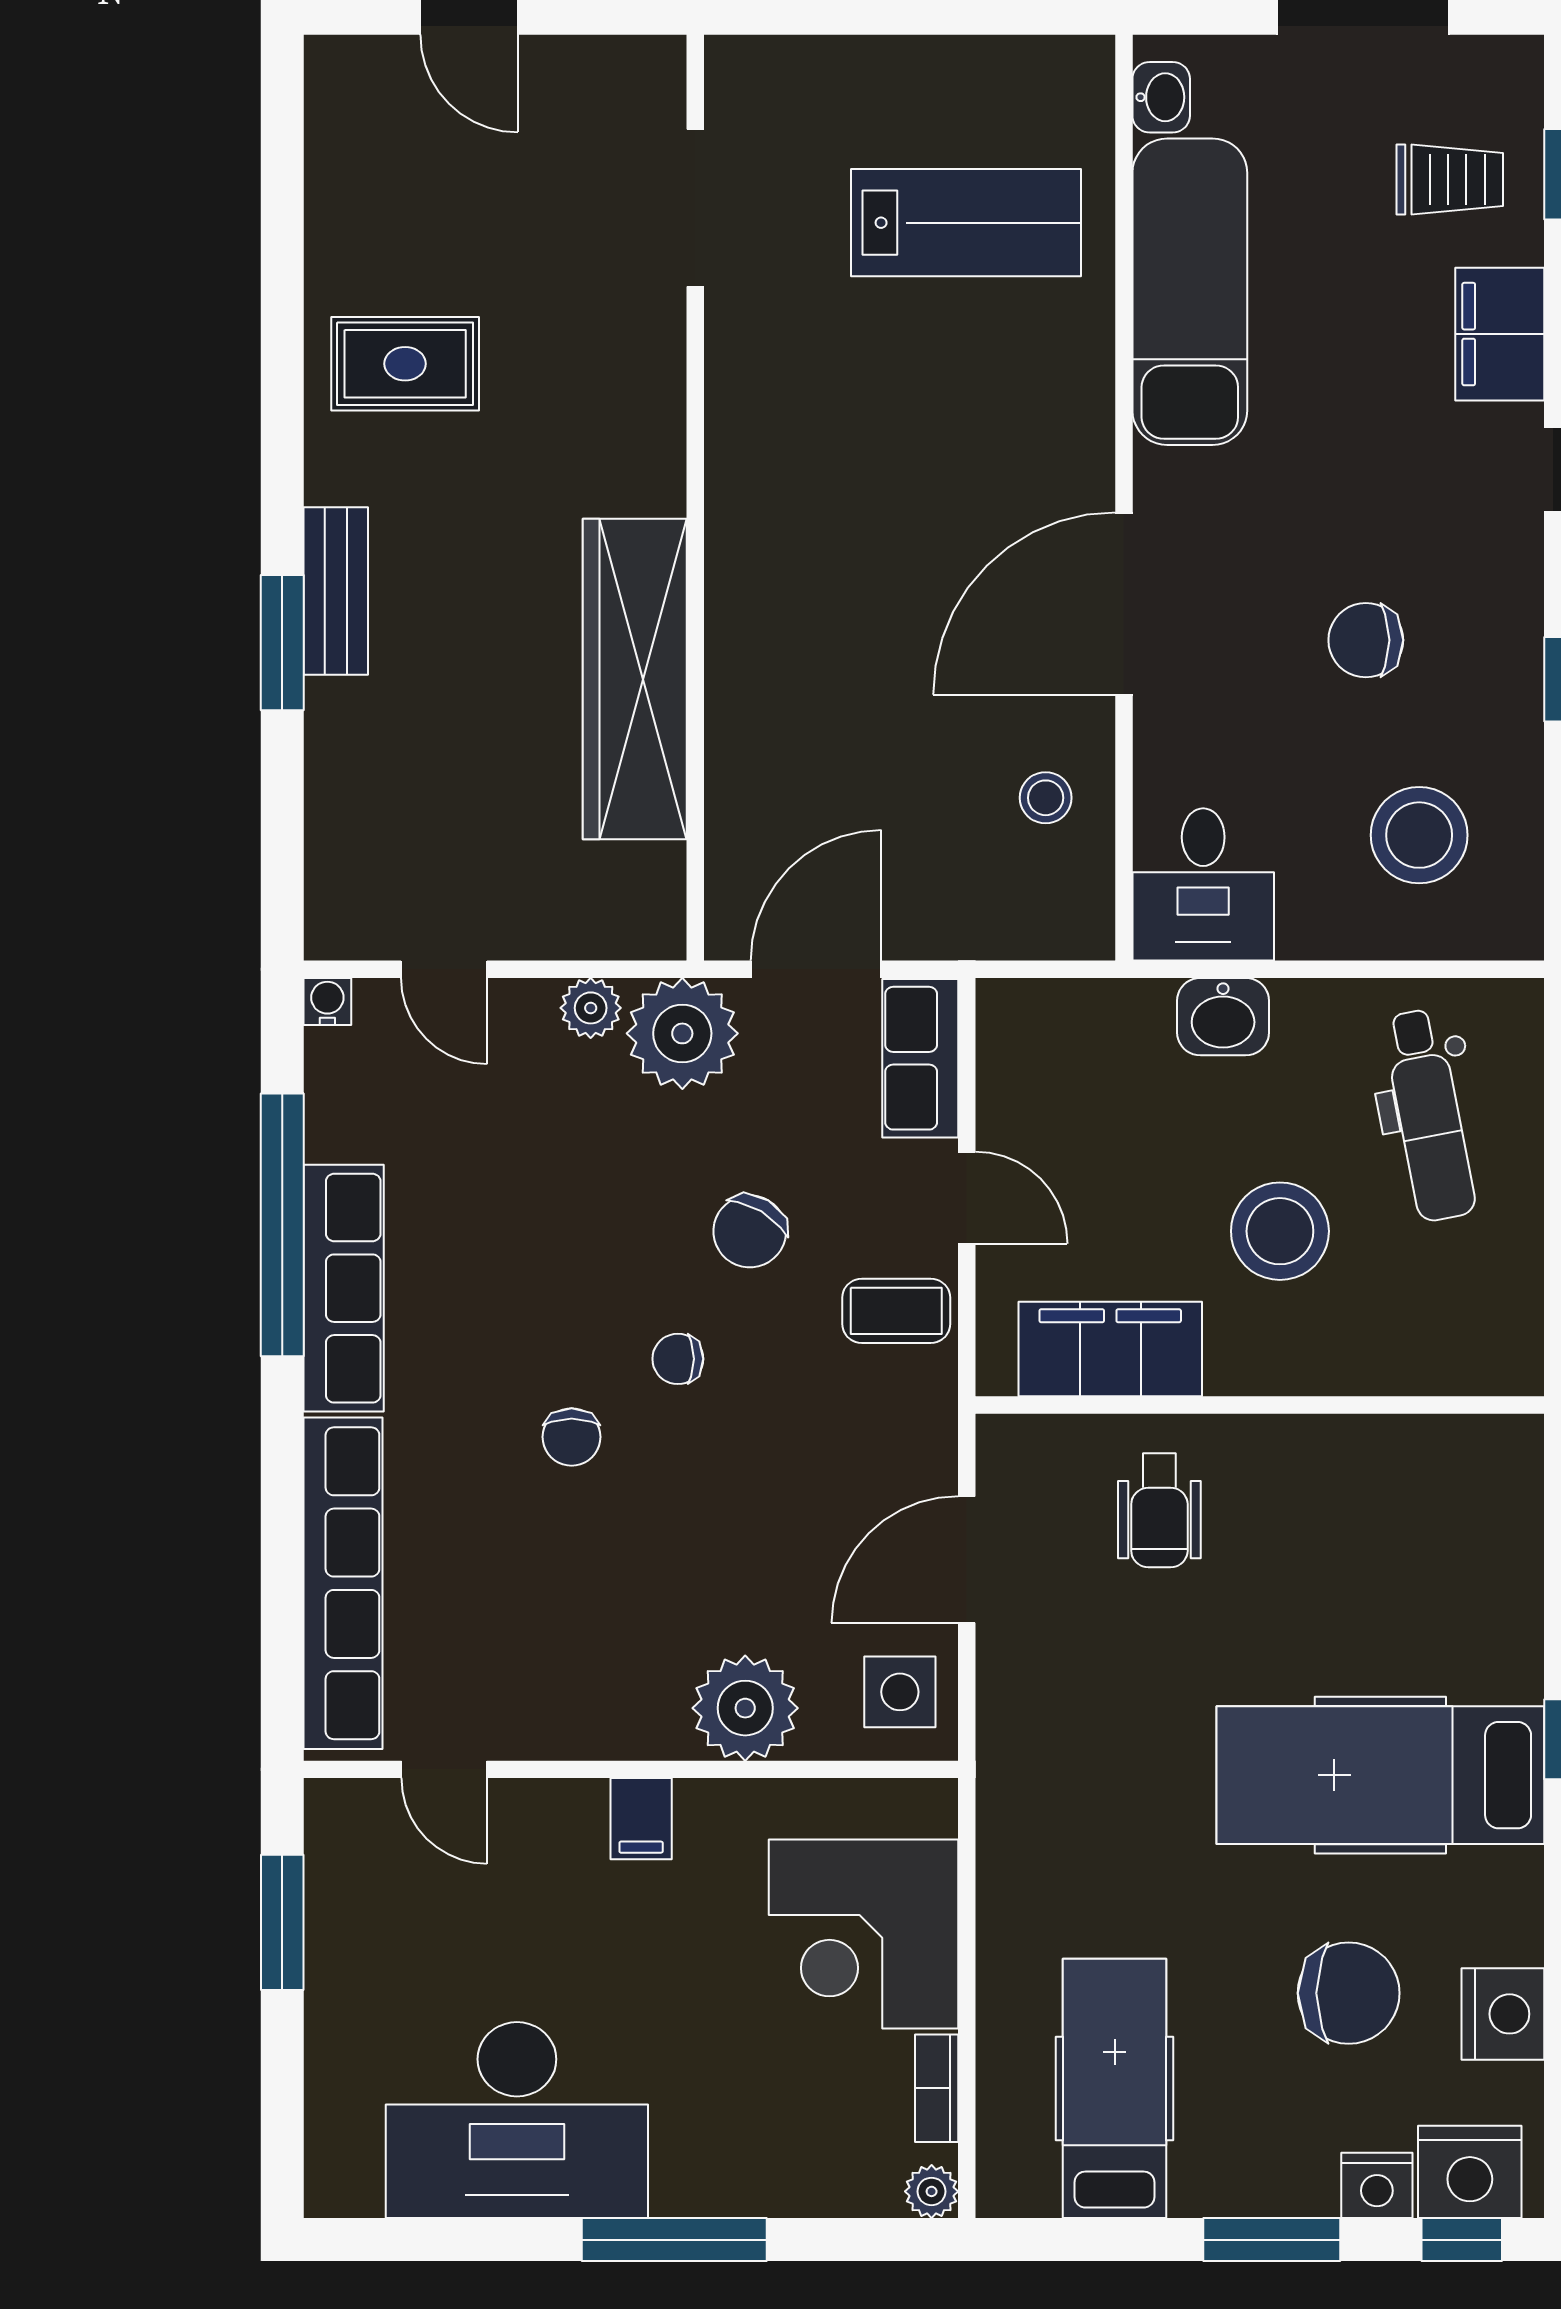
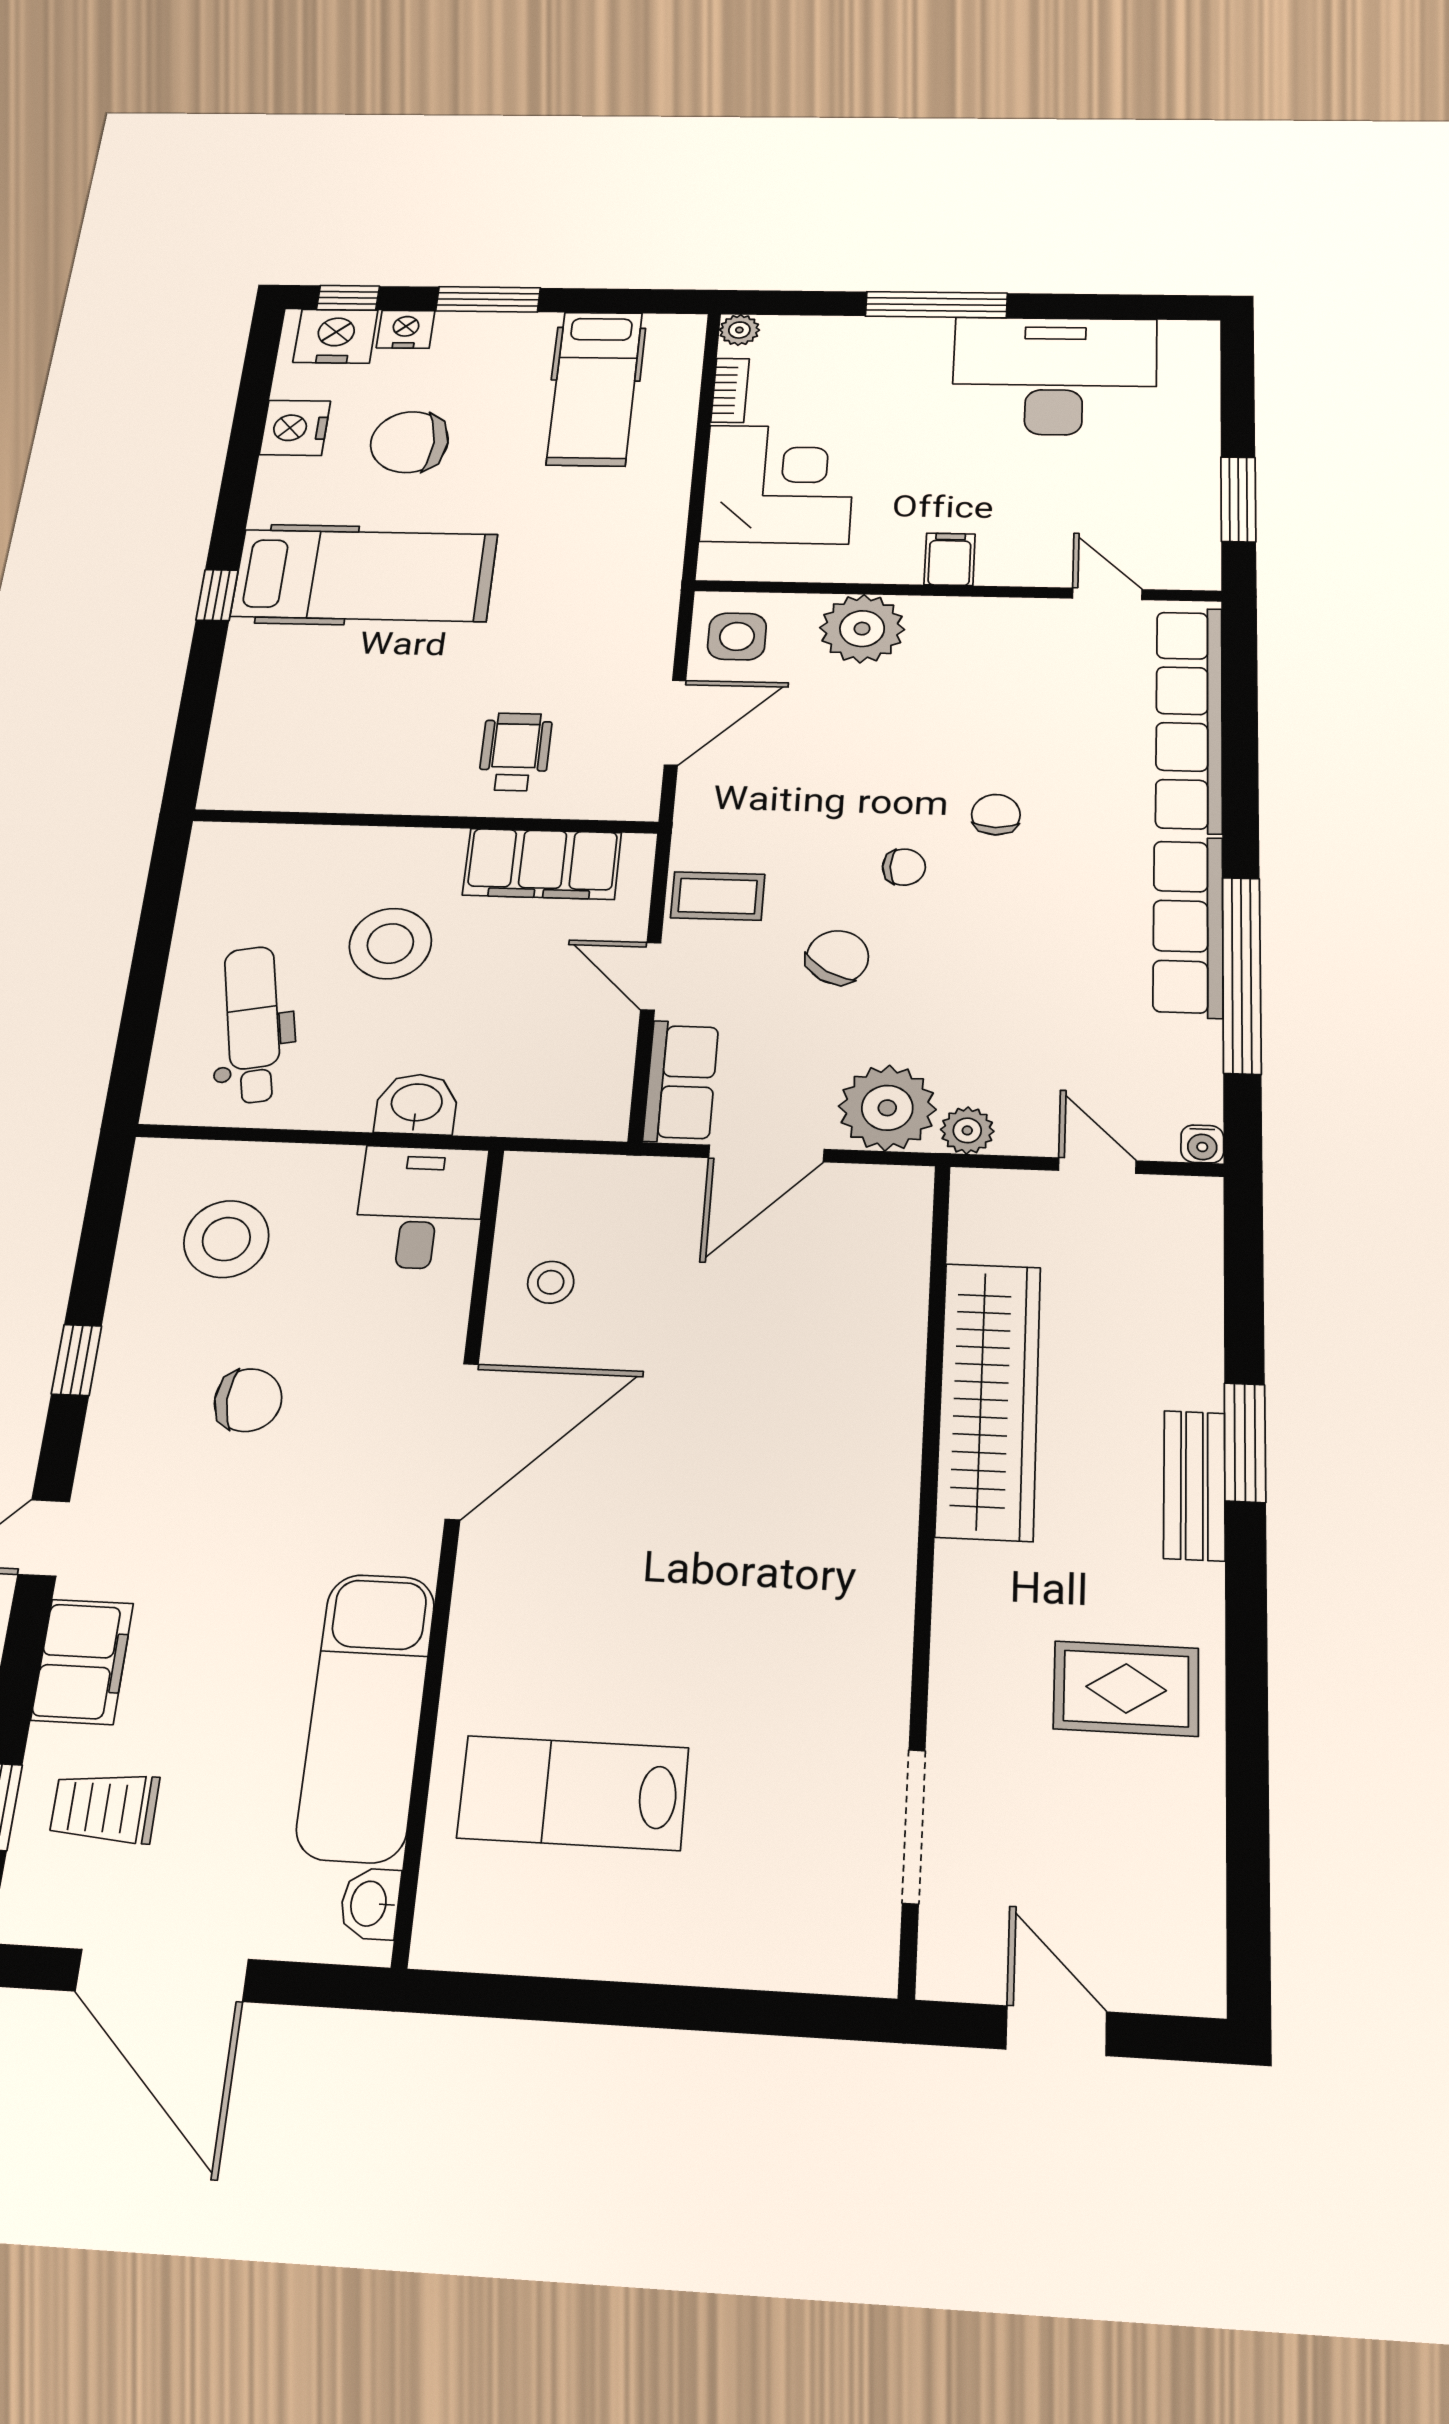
doorway: (695, 208) -> (914, 1826), moved
wall: (695, 498) -> (926, 1556), moved
wardrobe: (635, 679) -> (989, 1400), moved

